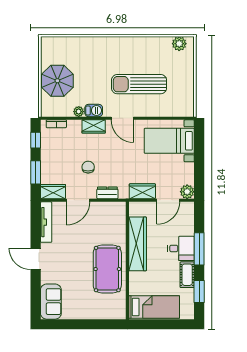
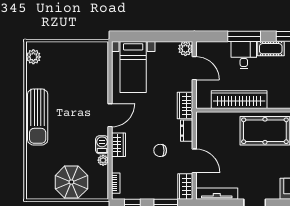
sun lounger: (139, 84) -> (38, 117), moved
wardrobe: (142, 191) -> (185, 106), moved

